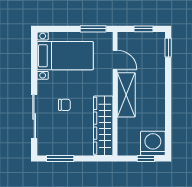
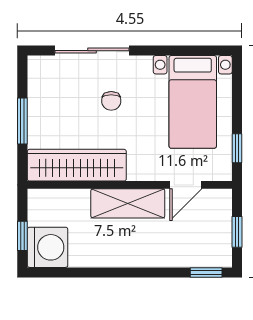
window: (93, 29) -> (237, 148), width x0.67
window: (60, 158) -> (22, 121), moved

